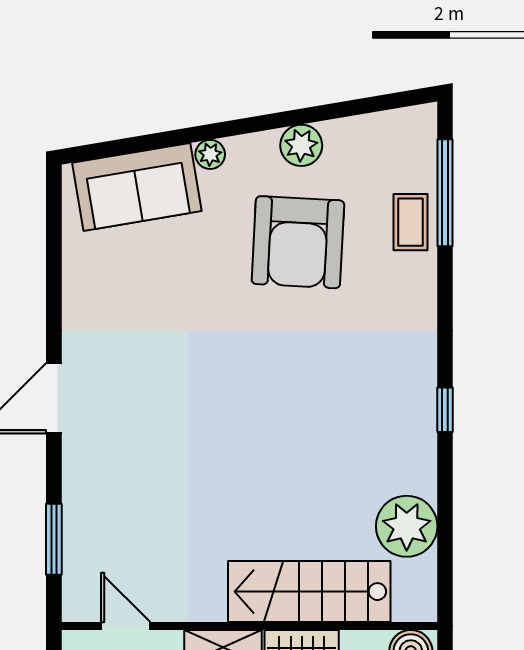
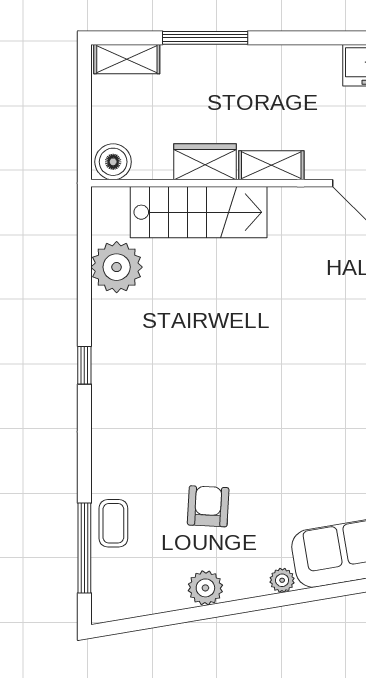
armchair: (298, 242) -> (208, 506), width x0.53, depth x0.53

